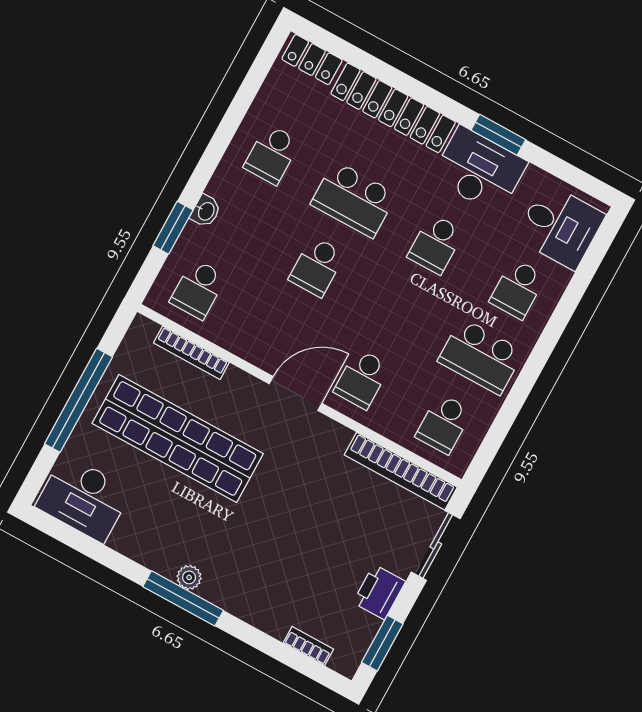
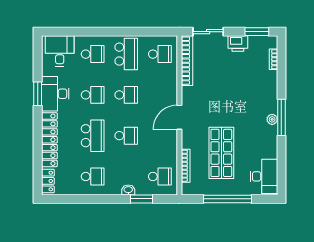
school desk: (362, 379) -> (126, 95), moved
door: (296, 393) -> (179, 117), hinge flipped
shop shelf: (178, 438) -> (221, 153), width x0.71

